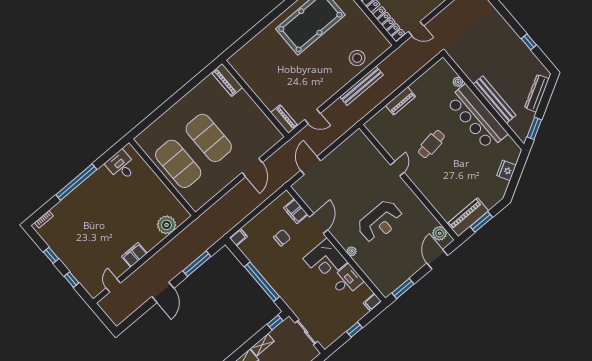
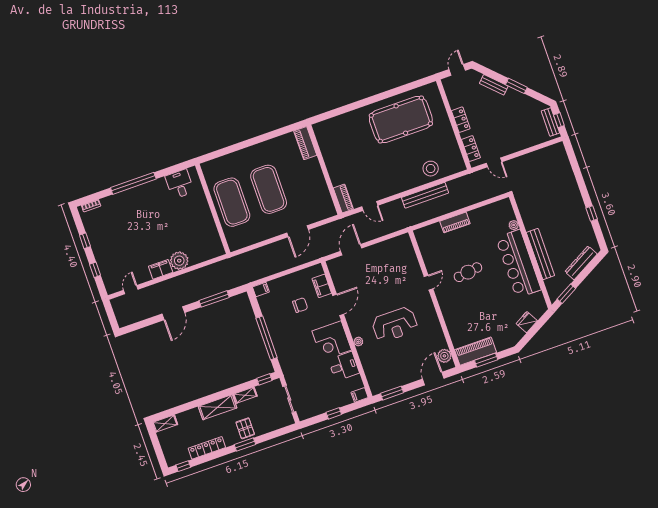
locker: (389, 24) -> (471, 149), width x0.66
plant: (166, 225) -> (179, 261), moved

